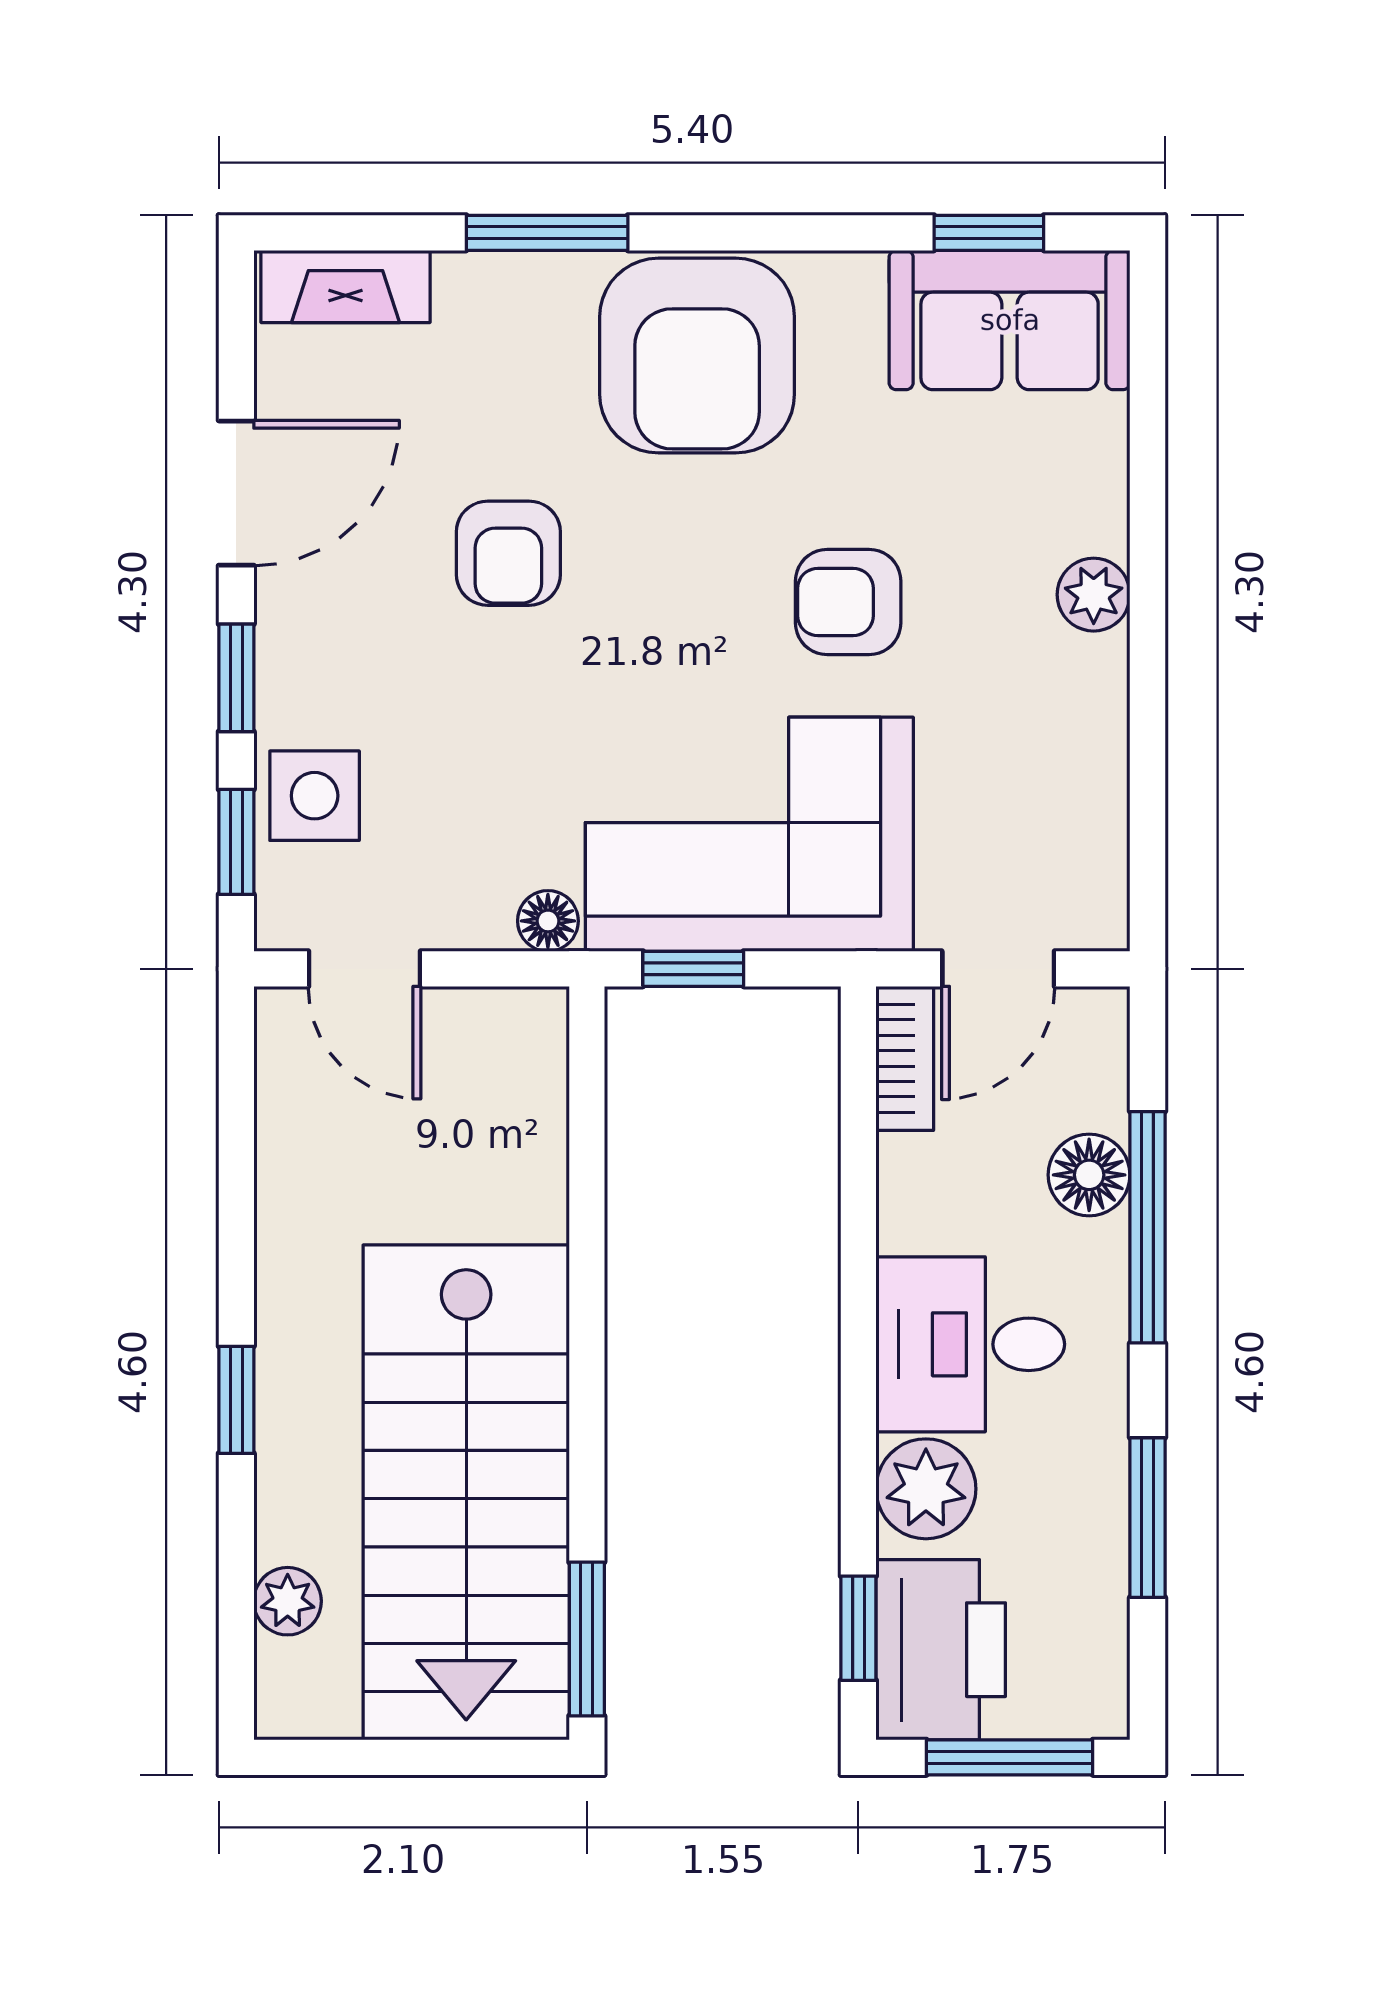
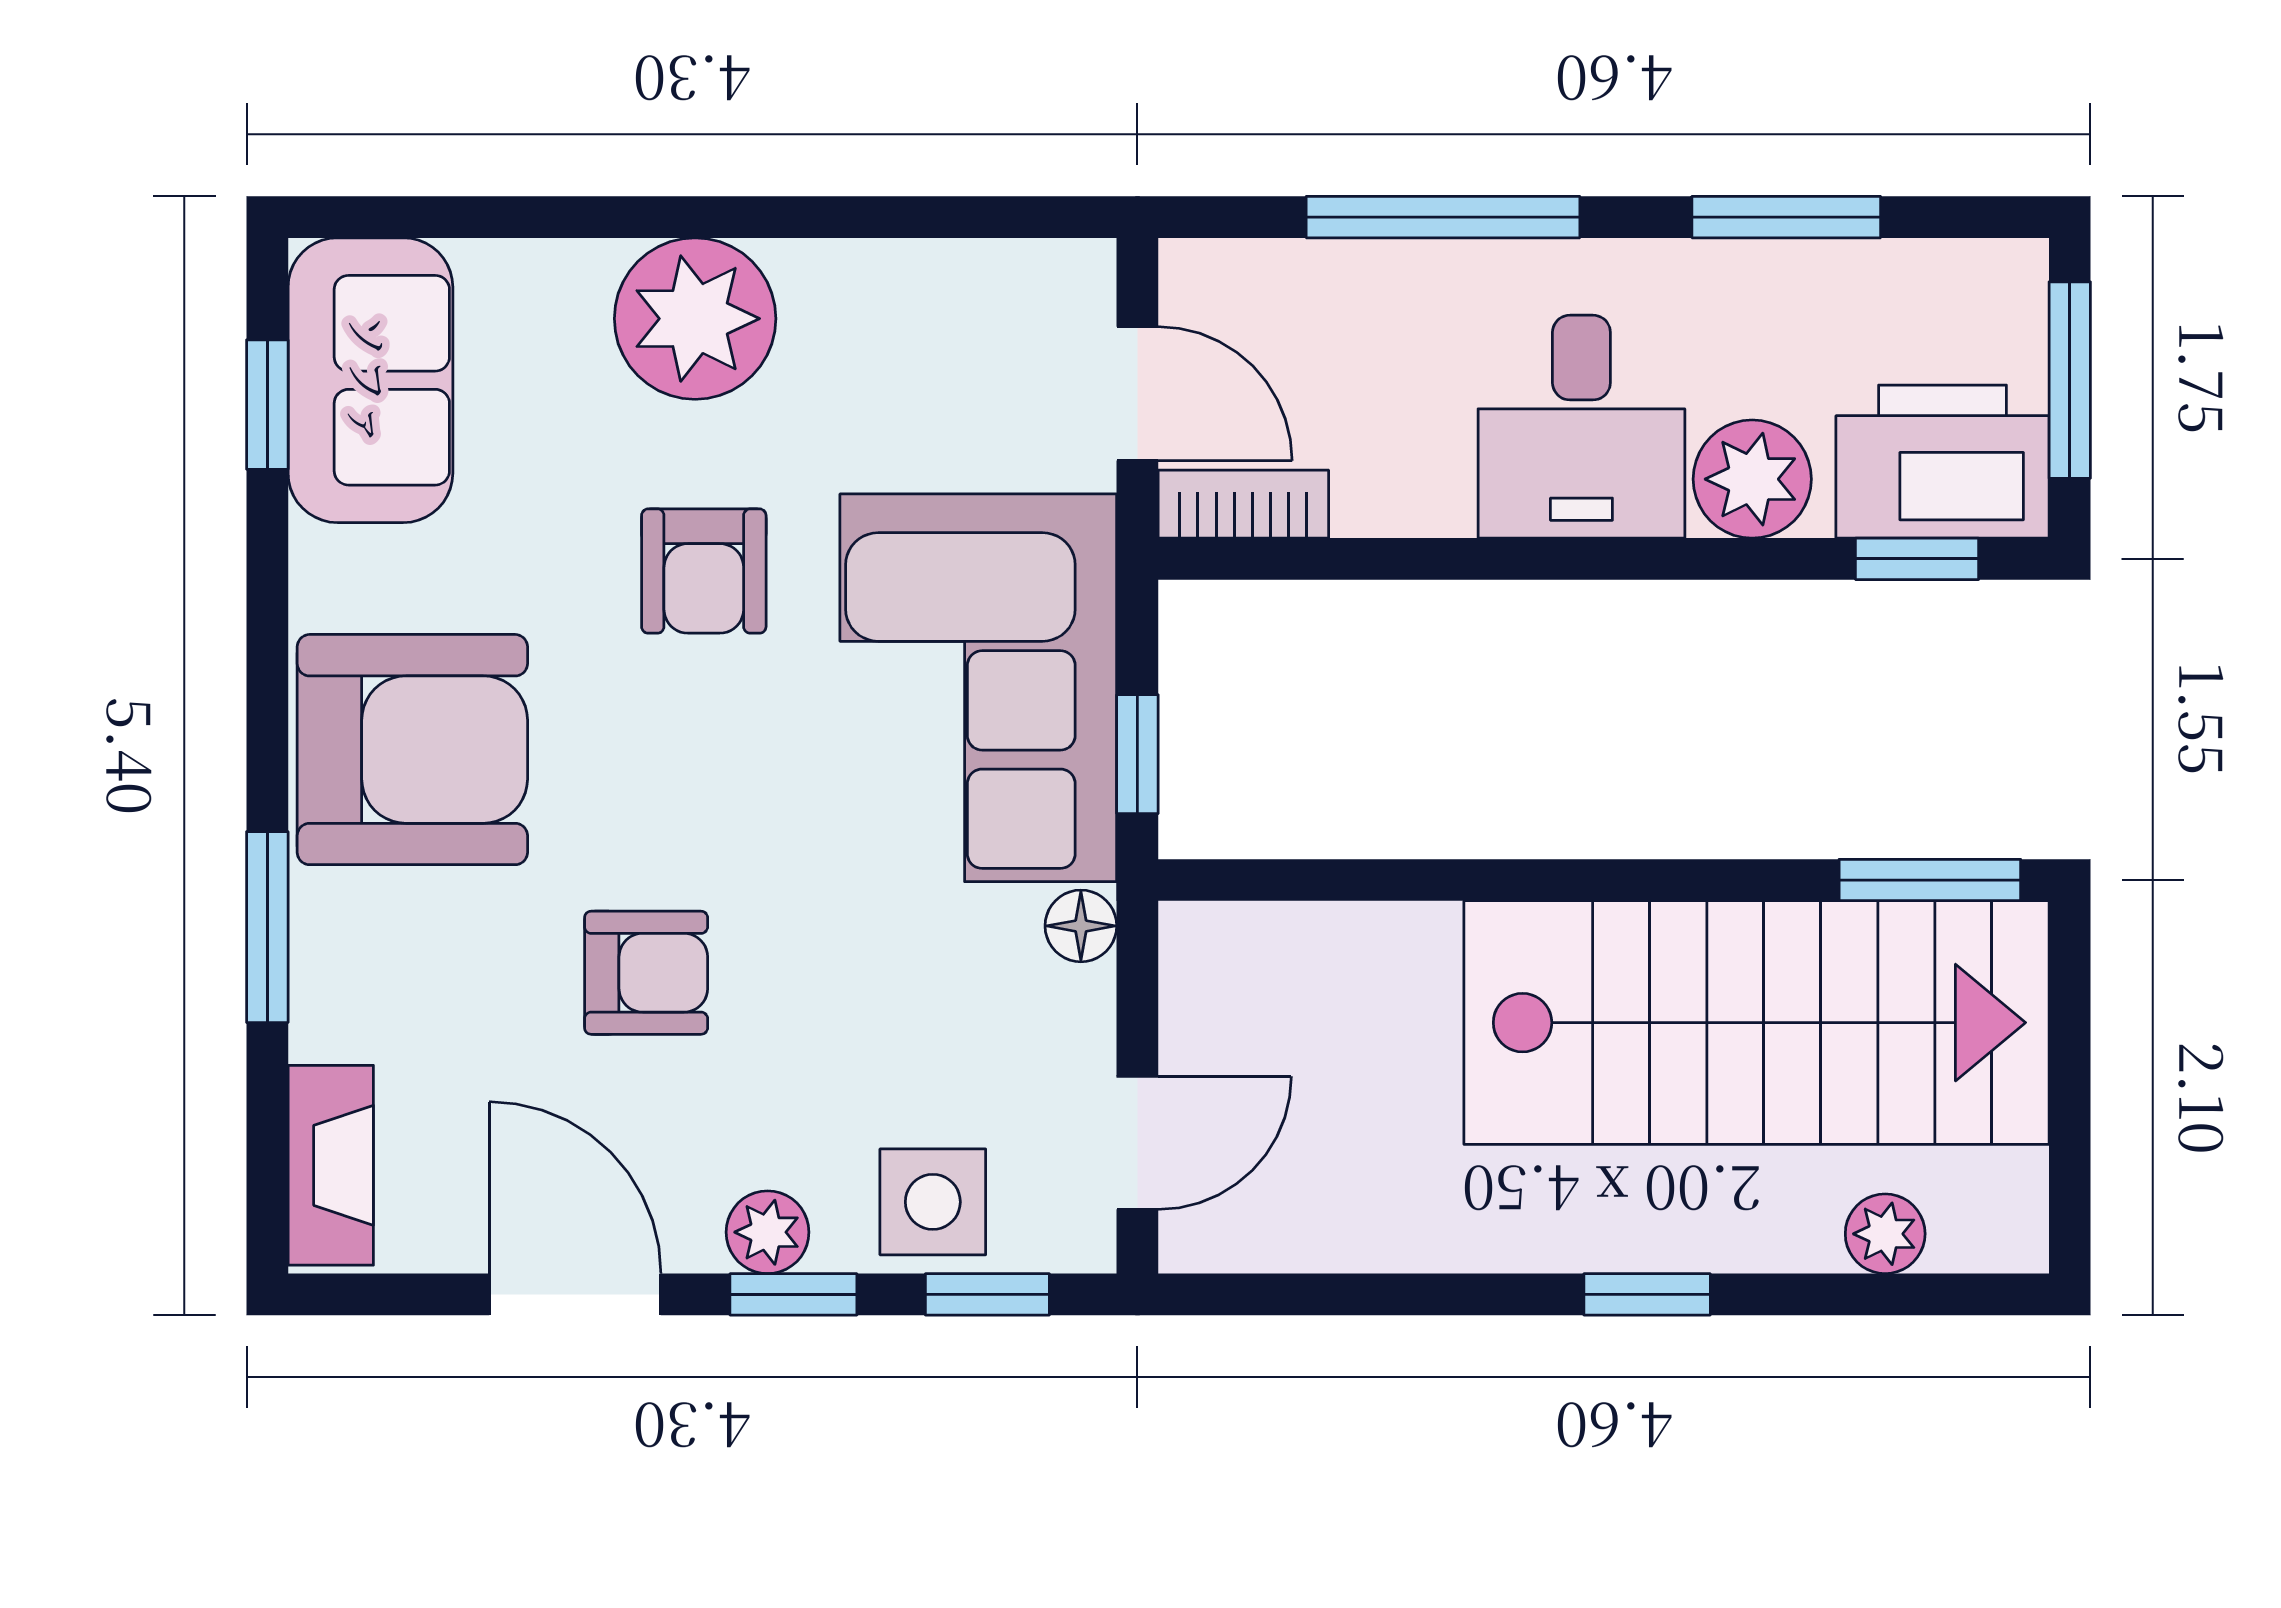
plant: (1094, 595) -> (695, 319), width x1.88, depth x1.88
plant: (289, 656) -> (768, 1232), added
floor lamp: (1089, 1175) -> (1381, 286), removed

